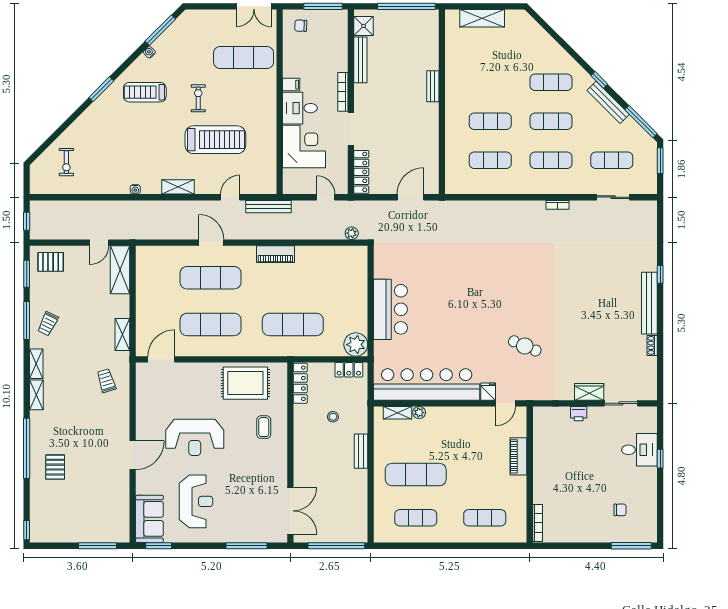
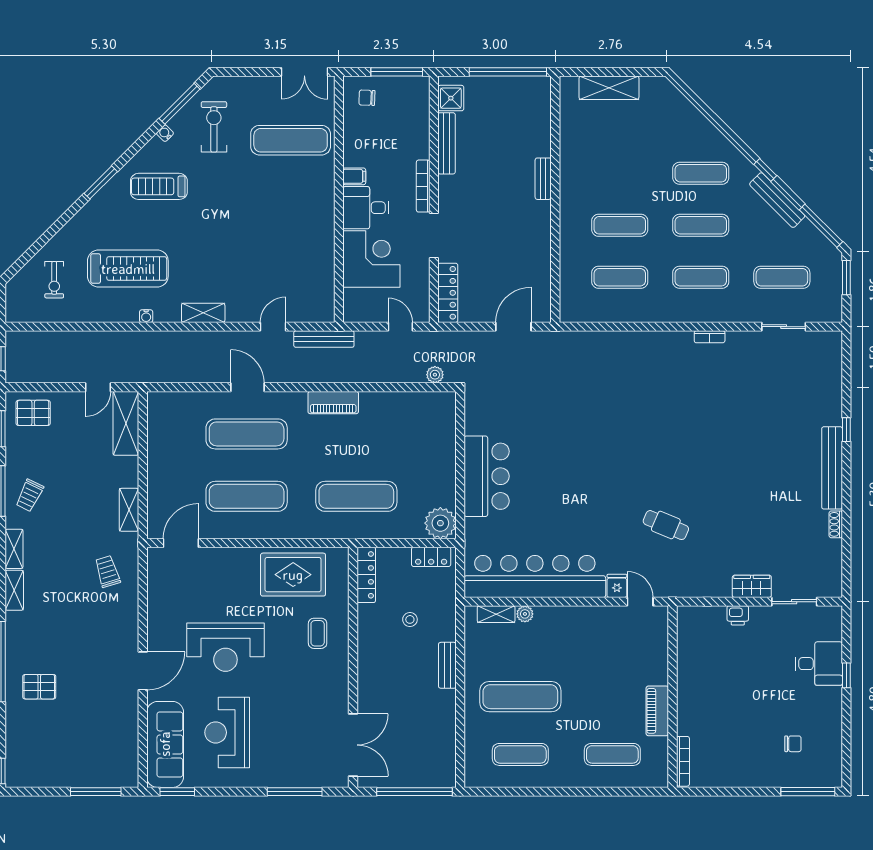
exercise bike: (198, 98) -> (214, 127), moved, width x1.38, depth x1.39
treadmill: (215, 140) -> (128, 269), moved
door: (506, 403) -> (640, 602), swing flipped
piano: (518, 456) -> (657, 711), moved
pallet: (55, 467) -> (39, 687), turned 90
reception desk: (196, 501) -> (227, 732), turned 180
sofa: (149, 519) -> (165, 744), width x1.36

